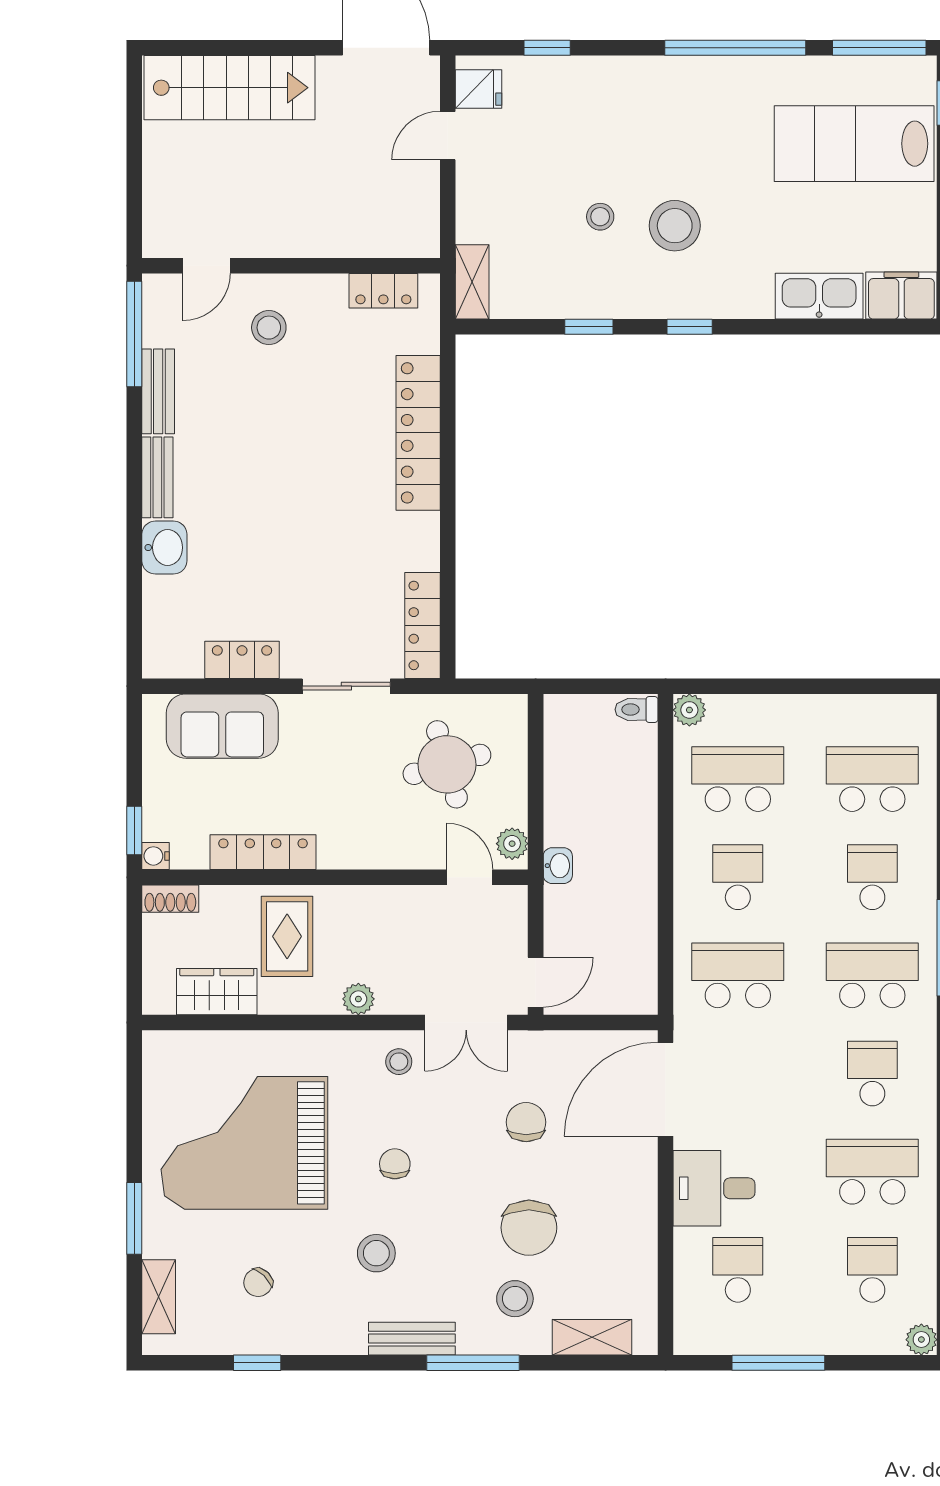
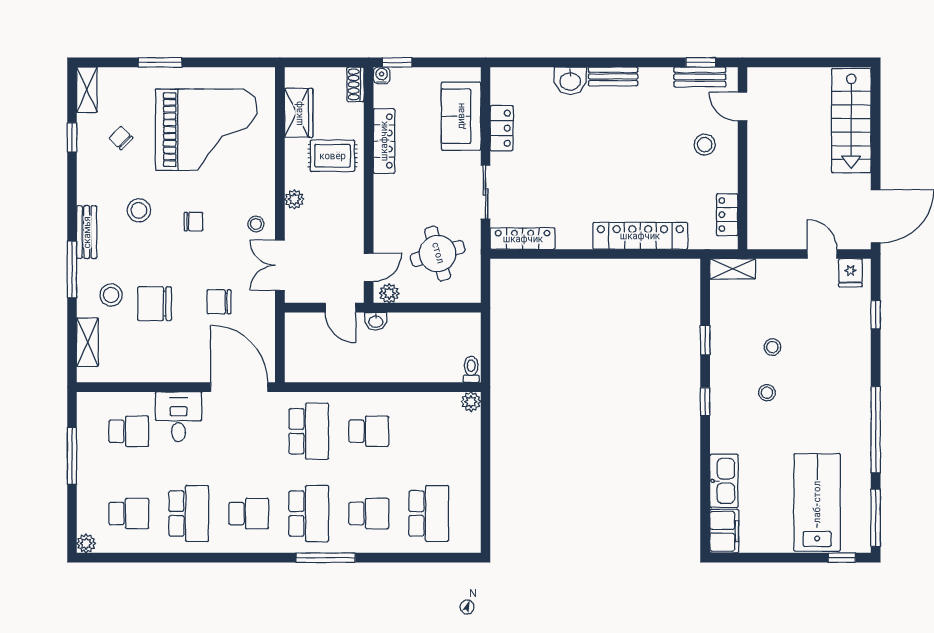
stool: (675, 226) -> (767, 393), width x0.53, depth x0.53
window: (134, 334) -> (701, 62), width x0.46
bench: (158, 391) -> (700, 77), moved
school desk: (738, 779) -> (429, 431), removed
door: (536, 982) -> (341, 308), moved
chair: (526, 1122) -> (219, 302), turned 180
grand piano: (244, 1143) -> (206, 130), turned 90
shelving: (159, 1297) -> (87, 90), moved, turned 90

